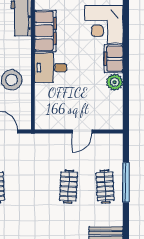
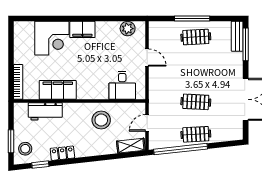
desk: (51, 68) -> (122, 85), moved
plant: (115, 82) -> (128, 29), moved
clothes rail: (69, 186) -> (196, 102), moved

